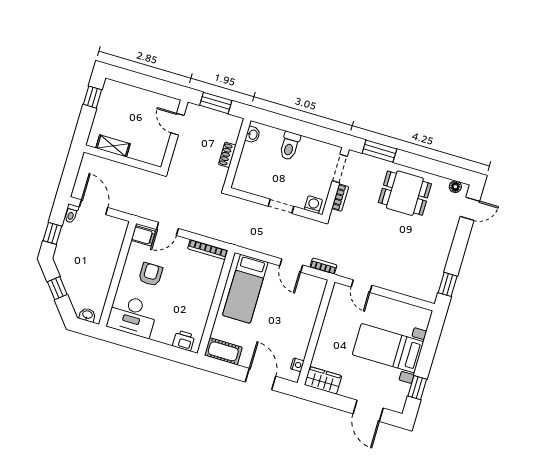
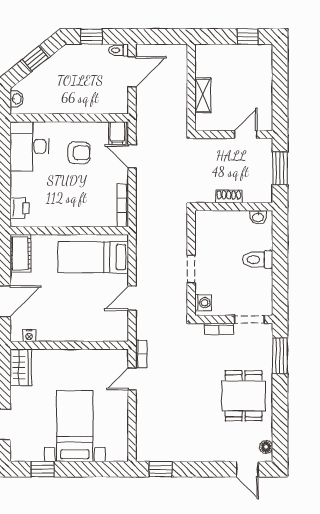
shelving: (113, 146) -> (203, 95), moved
bookcase: (323, 266) -> (141, 354), moved

